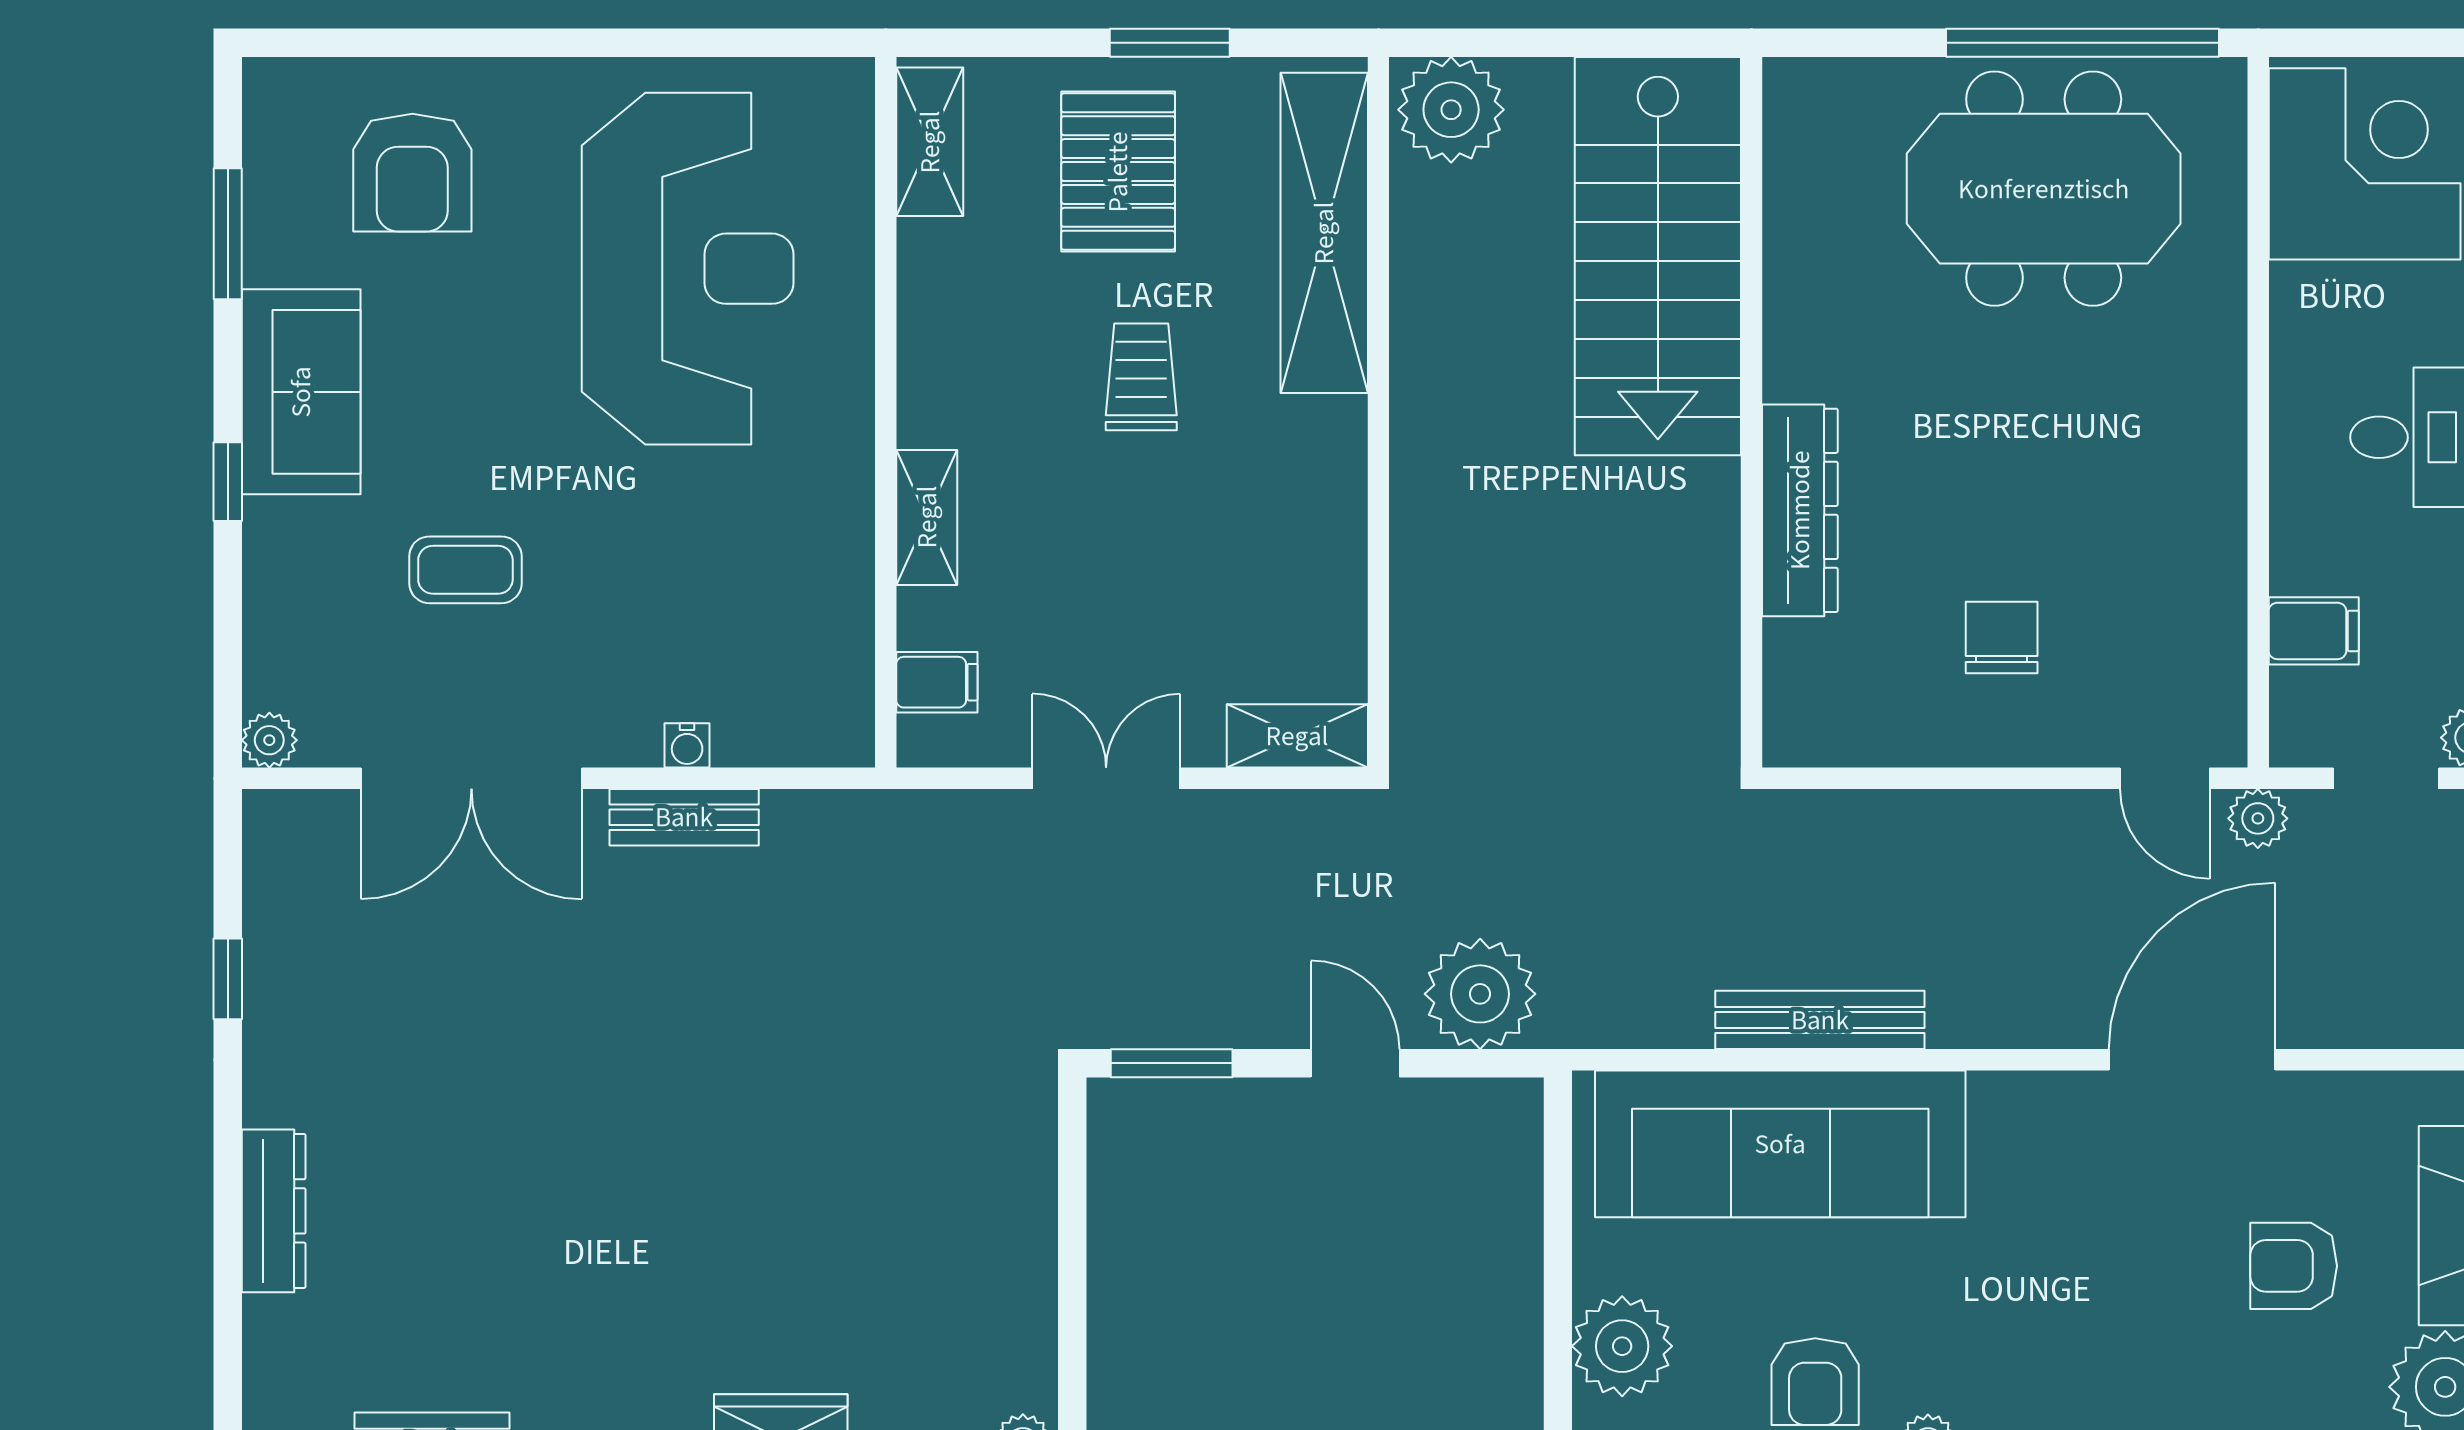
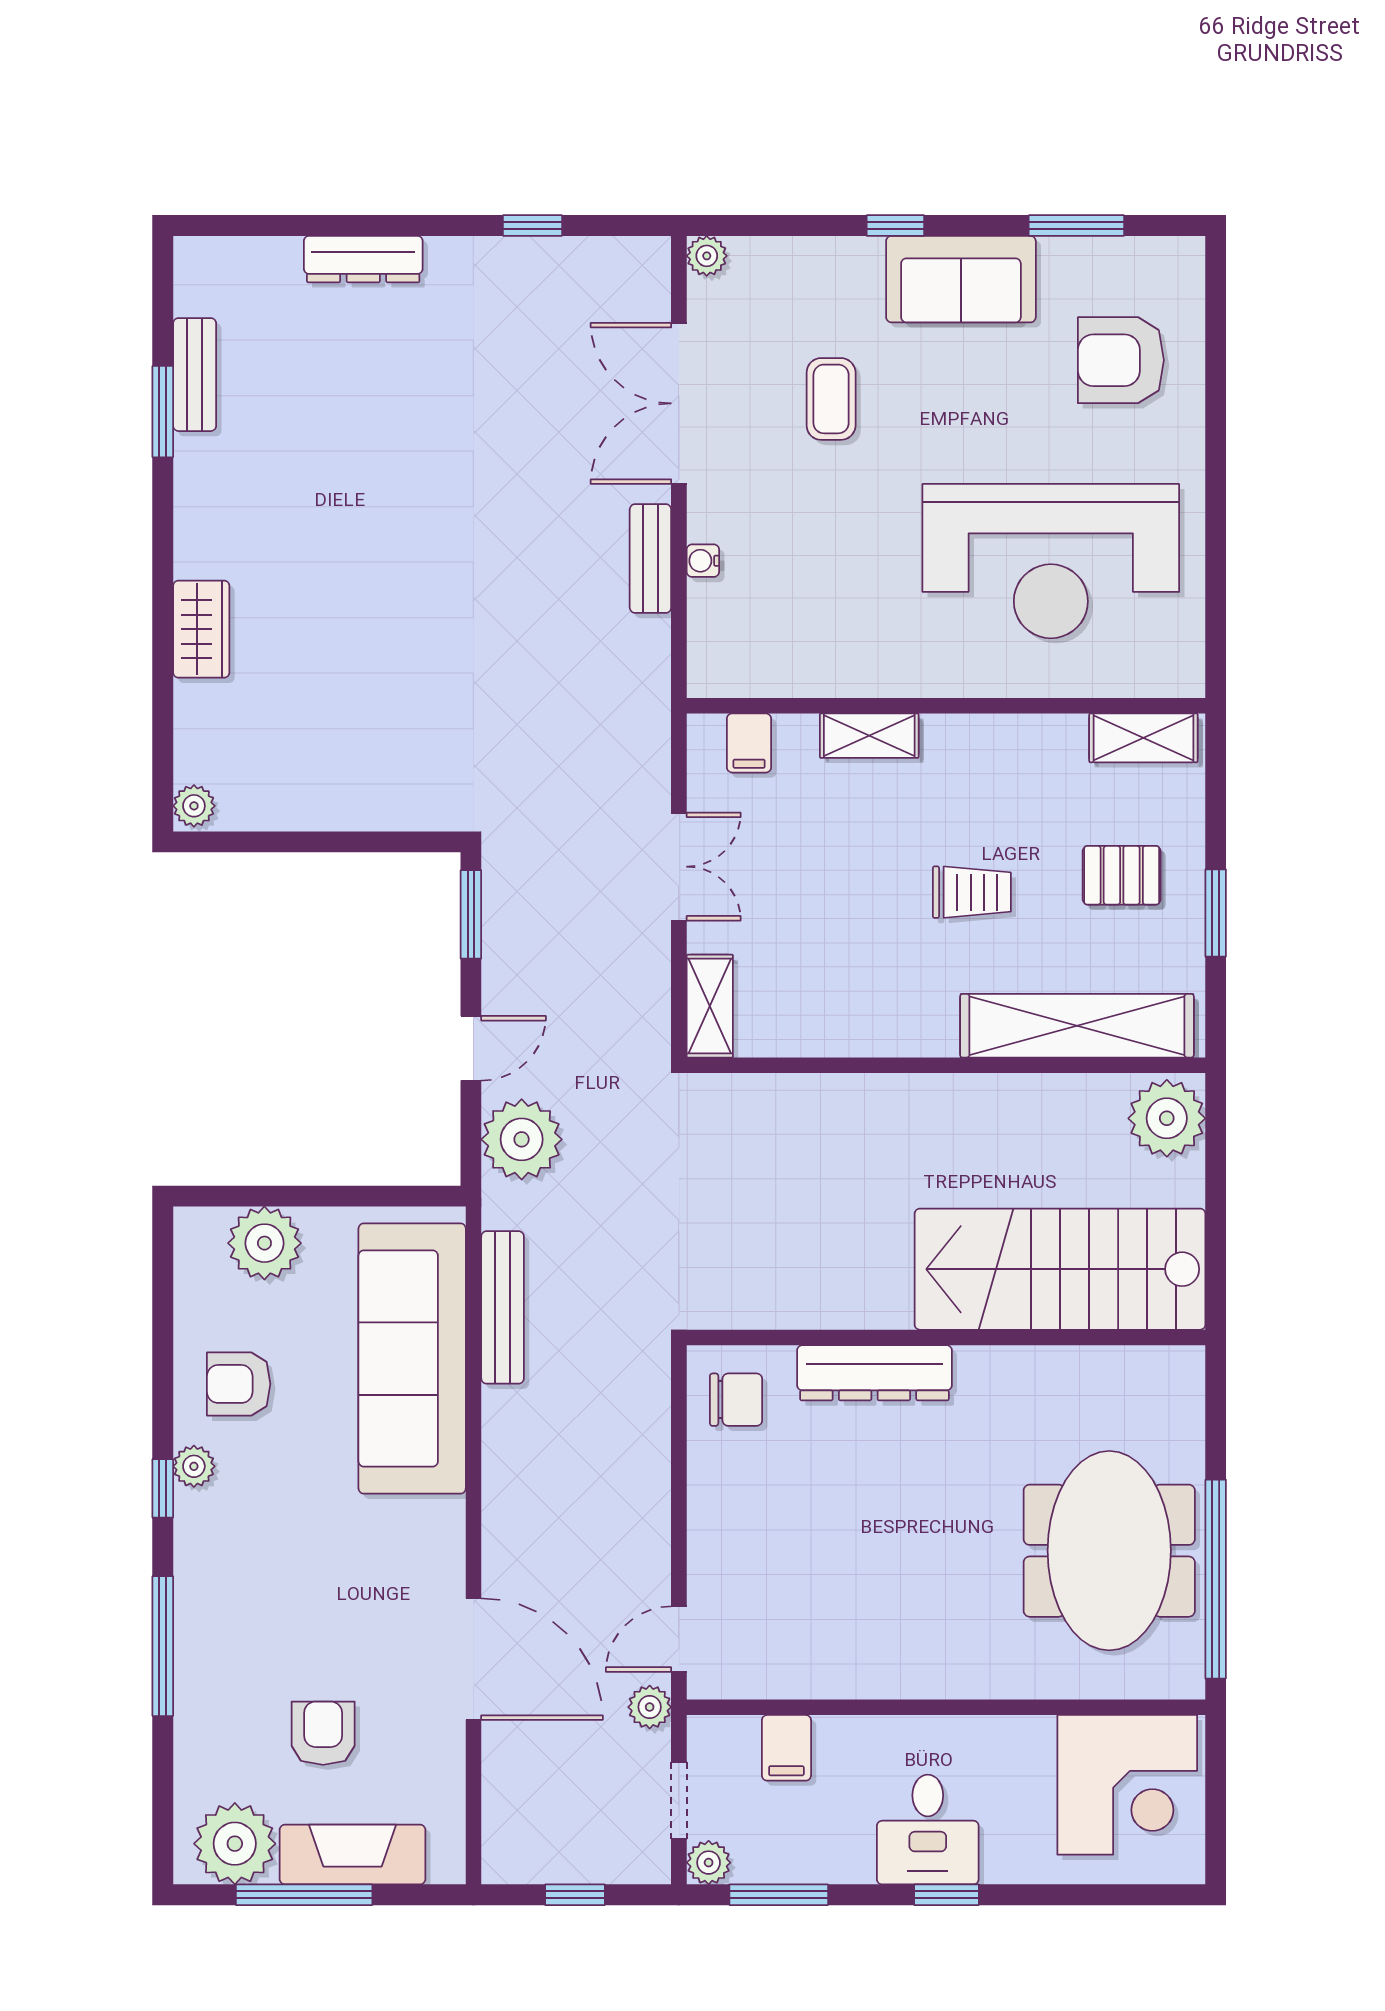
pallet: (1118, 172) -> (1122, 875), width x0.67, depth x0.71
chair: (2002, 637) -> (736, 1400), moved
bench: (1820, 1020) -> (503, 1307), moved

